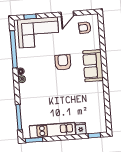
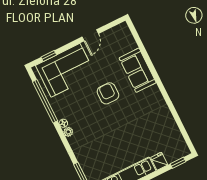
armchair: (85, 28) -> (117, 43), removed
sofa: (93, 66) -> (138, 70), moved

